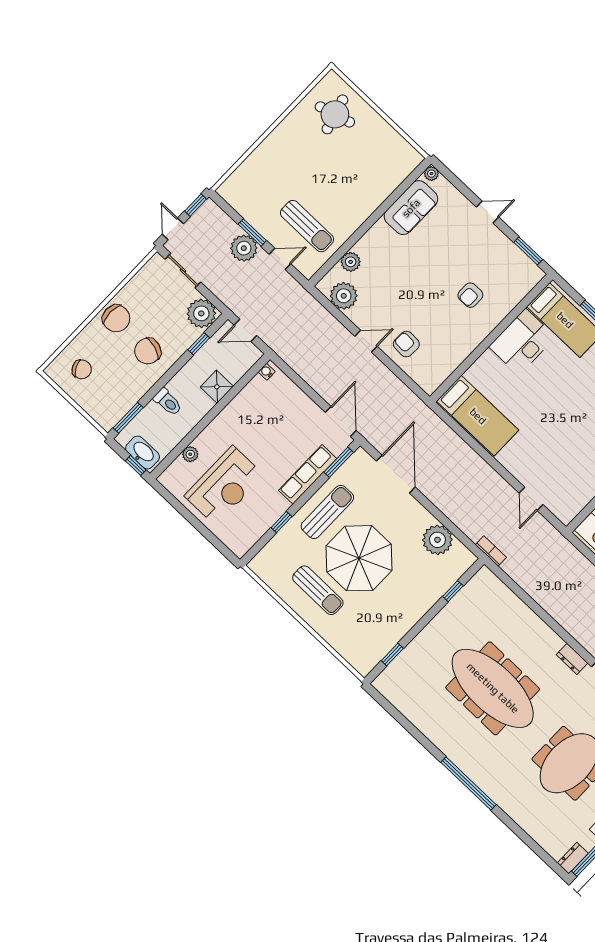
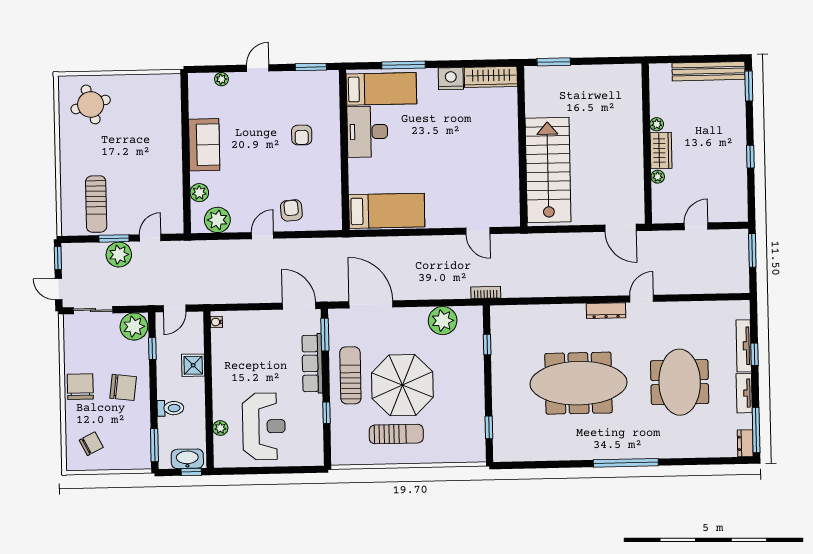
plant: (431, 174) -> (221, 79), moved
sofa: (411, 208) -> (204, 145), moved
sun lounger: (307, 226) -> (96, 204), moved, turned 90
chair: (116, 318) -> (80, 387), turned -90
armchair: (406, 344) -> (291, 210), turned 82
chair: (148, 351) -> (123, 387), turned -100
dresser: (572, 659) -> (606, 311), width x1.44

